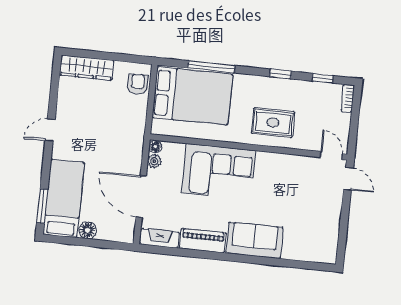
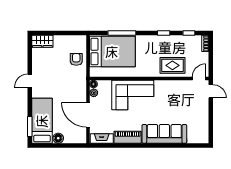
wardrobe: (87, 68) -> (42, 41), width x0.67
armchair: (138, 84) -> (76, 59), moved
rug: (273, 123) -> (172, 65), moved
door: (331, 156) -> (199, 79), hinge flipped
sofa: (255, 240) -> (164, 134), width x1.36

